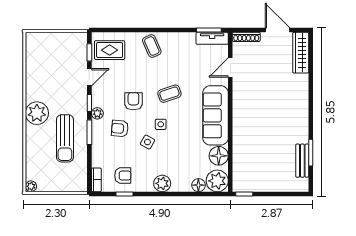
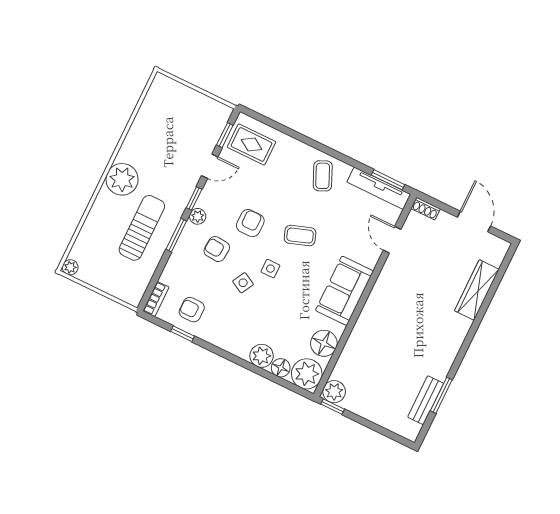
shoe rack: (246, 37) -> (426, 209), width x0.70
tv unit: (212, 38) -> (379, 188), width x1.41
coffee table: (152, 46) -> (323, 176), moved
wardrobe: (301, 53) -> (477, 290), moved
door: (230, 68) -> (392, 240), hinge flipped
sofa: (215, 115) -> (344, 291), width x0.73
sun lounger: (65, 138) -> (142, 228), turned 180
armchair: (123, 175) -> (192, 310), turned 180
plant: (162, 183) -> (262, 356), moved
plant: (240, 184) -> (334, 392), added

